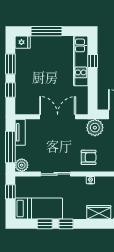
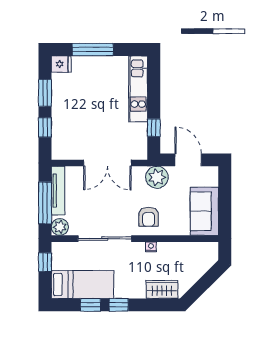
window: (93, 61) -> (154, 128), moved
double door: (58, 117) -> (107, 163), swing flipped
tv unit: (20, 132) -> (58, 191), width x1.41
armchair: (89, 157) -> (149, 217), turned 90
sliding door: (56, 174) -> (105, 239), width x1.37

